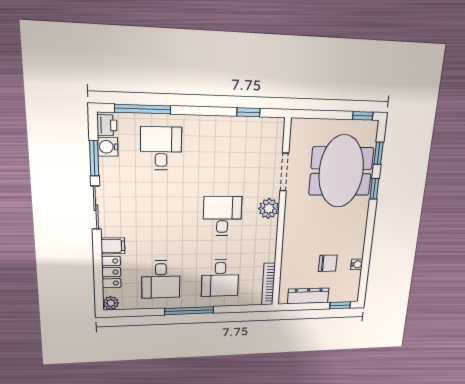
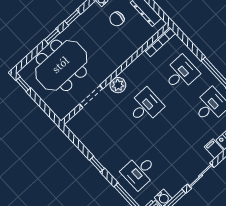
window: (248, 112) -> (97, 164), moved
window: (379, 153) -> (72, 18), moved
desk: (222, 216) -> (145, 106), turned 180
chair: (328, 263) -> (117, 19), turned -90

